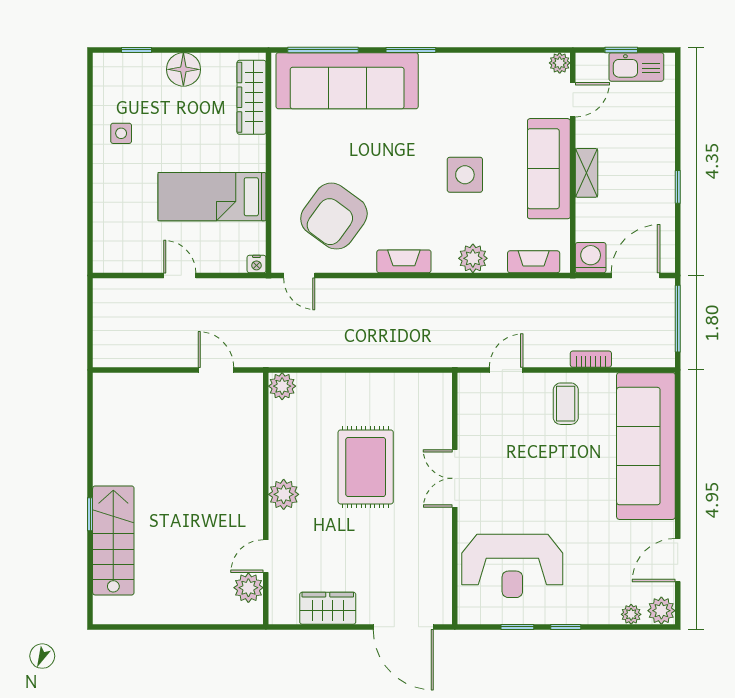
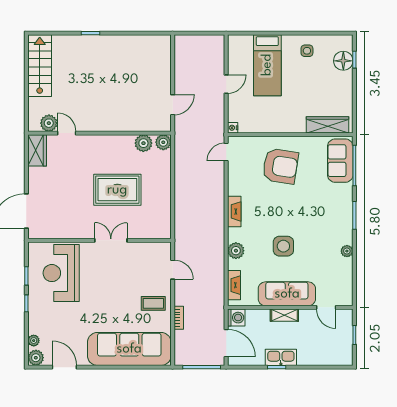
plant: (560, 63) -> (347, 251), moved
kitchen sink: (636, 67) -> (281, 357), moved, turned 90
floor lamp: (183, 69) -> (343, 61), moved
sofa: (347, 81) -> (340, 161), width x0.54, depth x0.79
bed: (212, 197) -> (267, 65), moved, turned 180
armchair: (334, 216) -> (280, 166), moved, turned 153
plant: (284, 494) -> (143, 143), moved
stairs: (113, 540) -> (40, 66), moved, turned -90
wardrobe: (328, 608) -> (37, 150), moved

